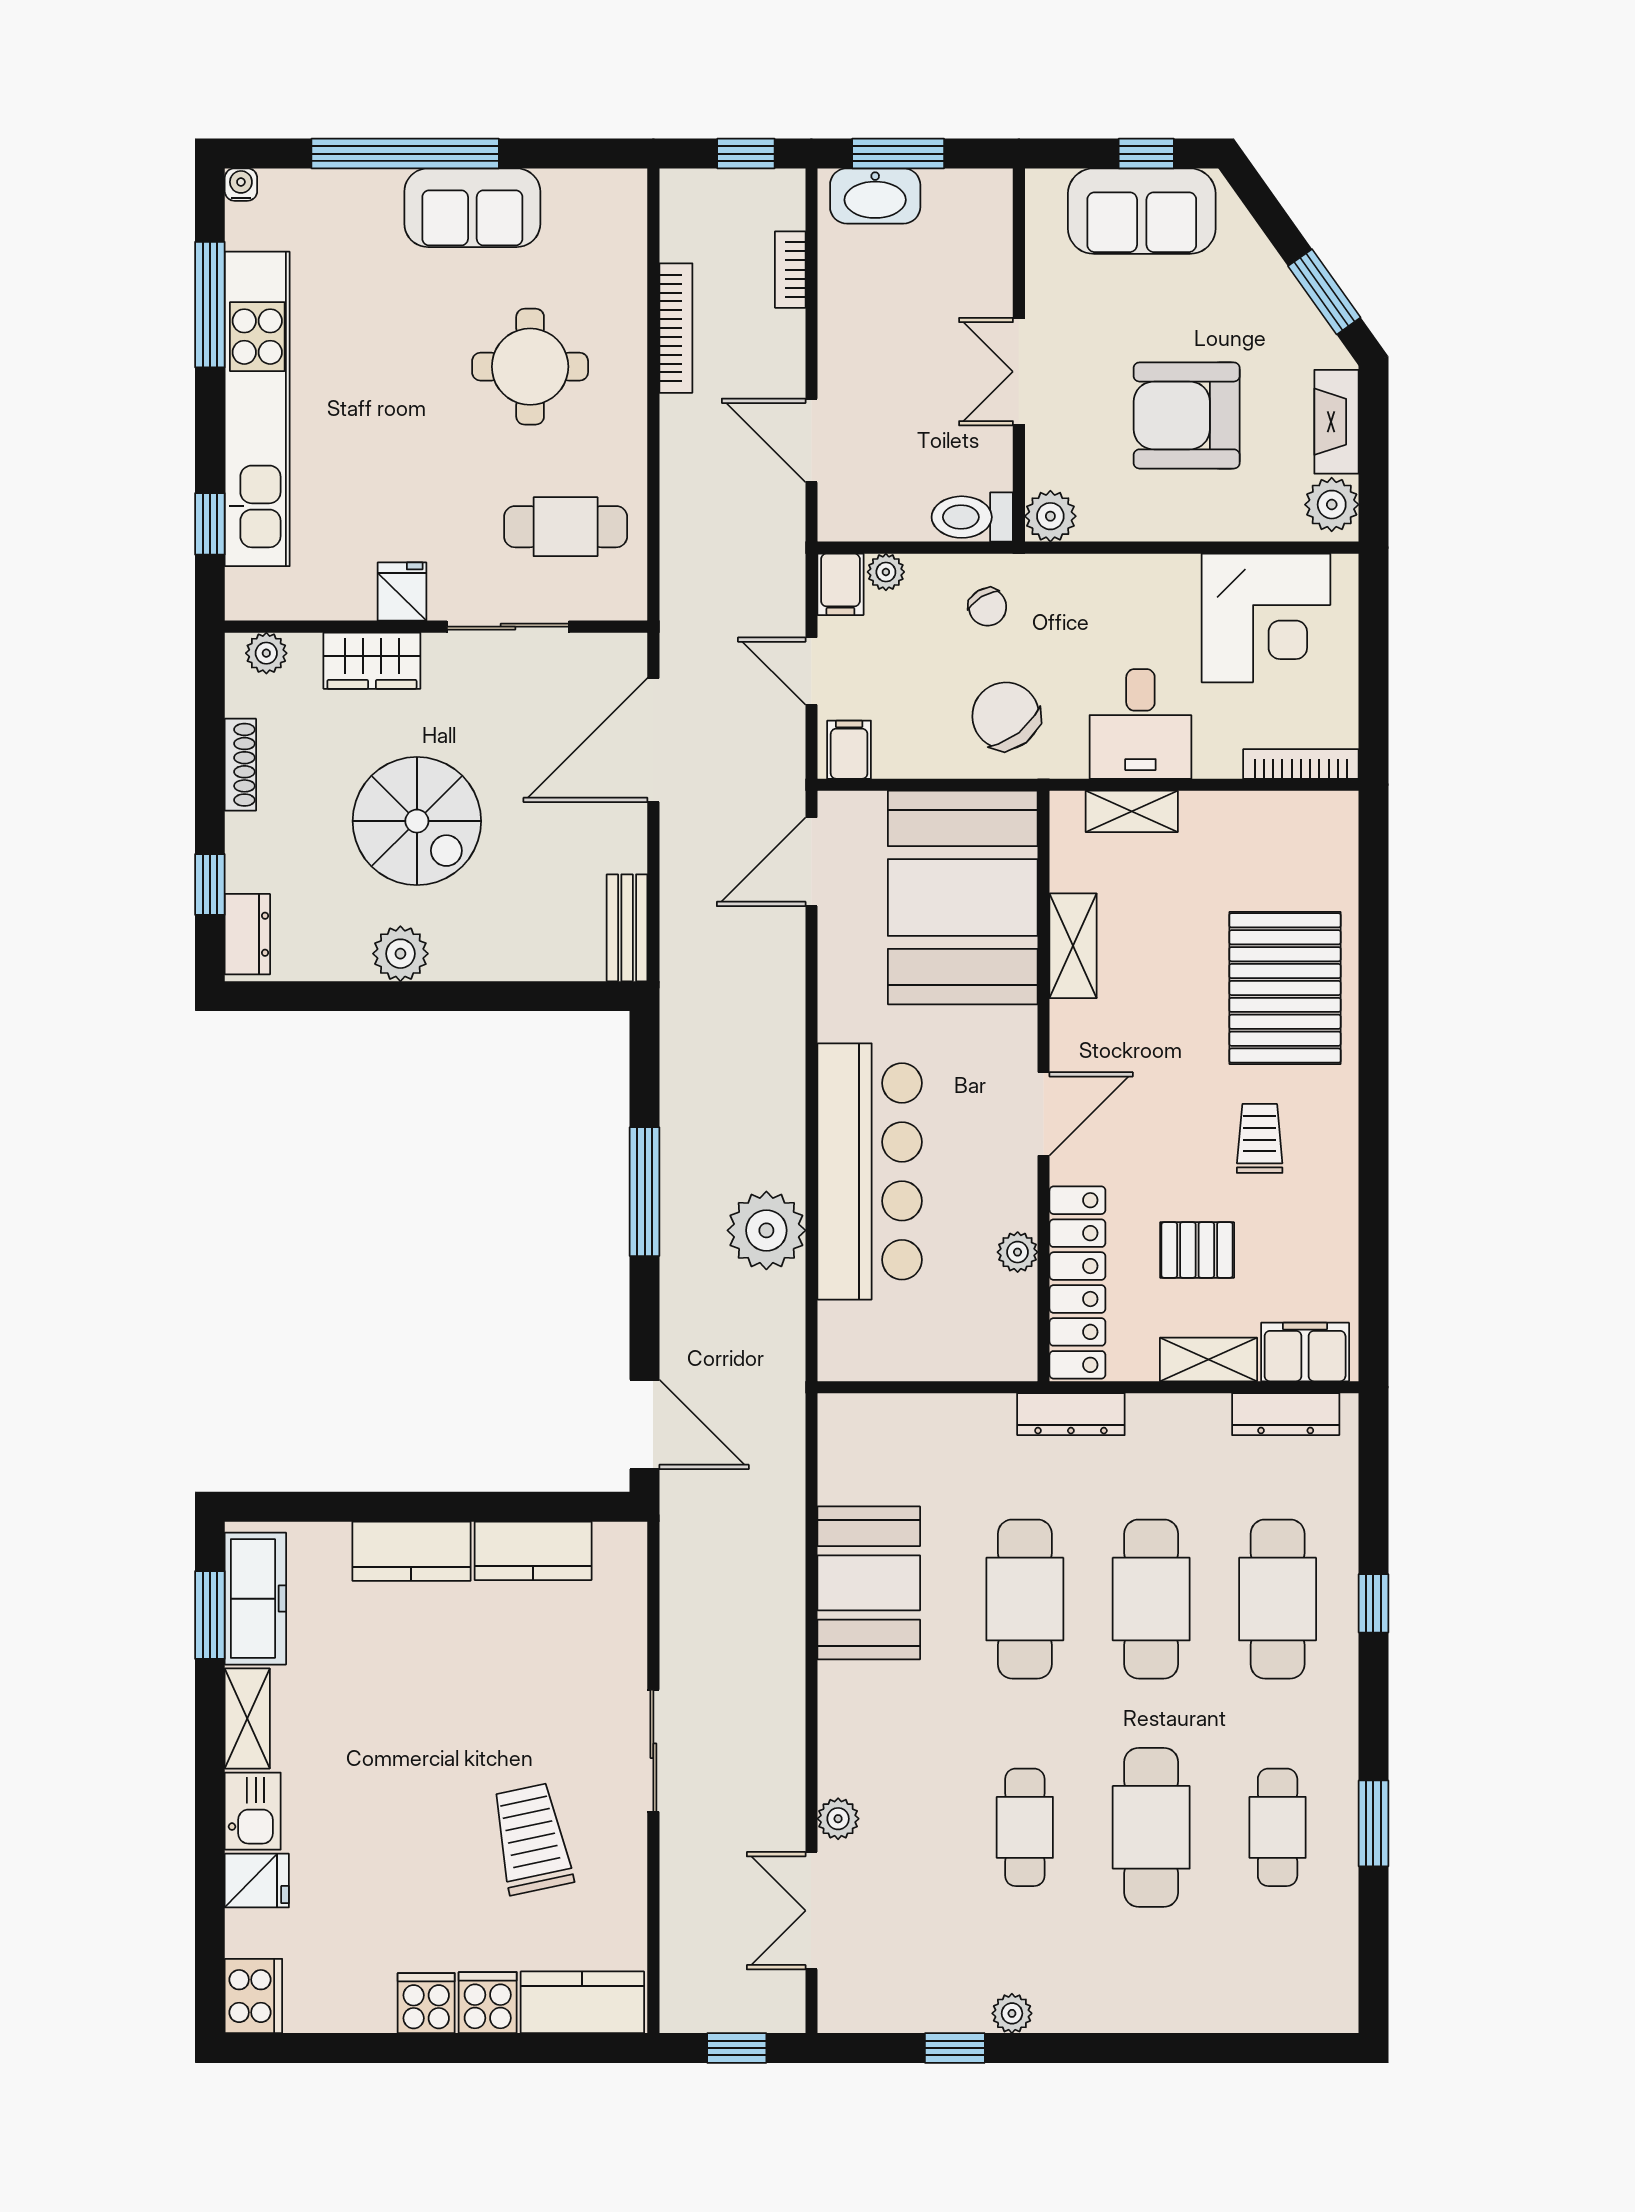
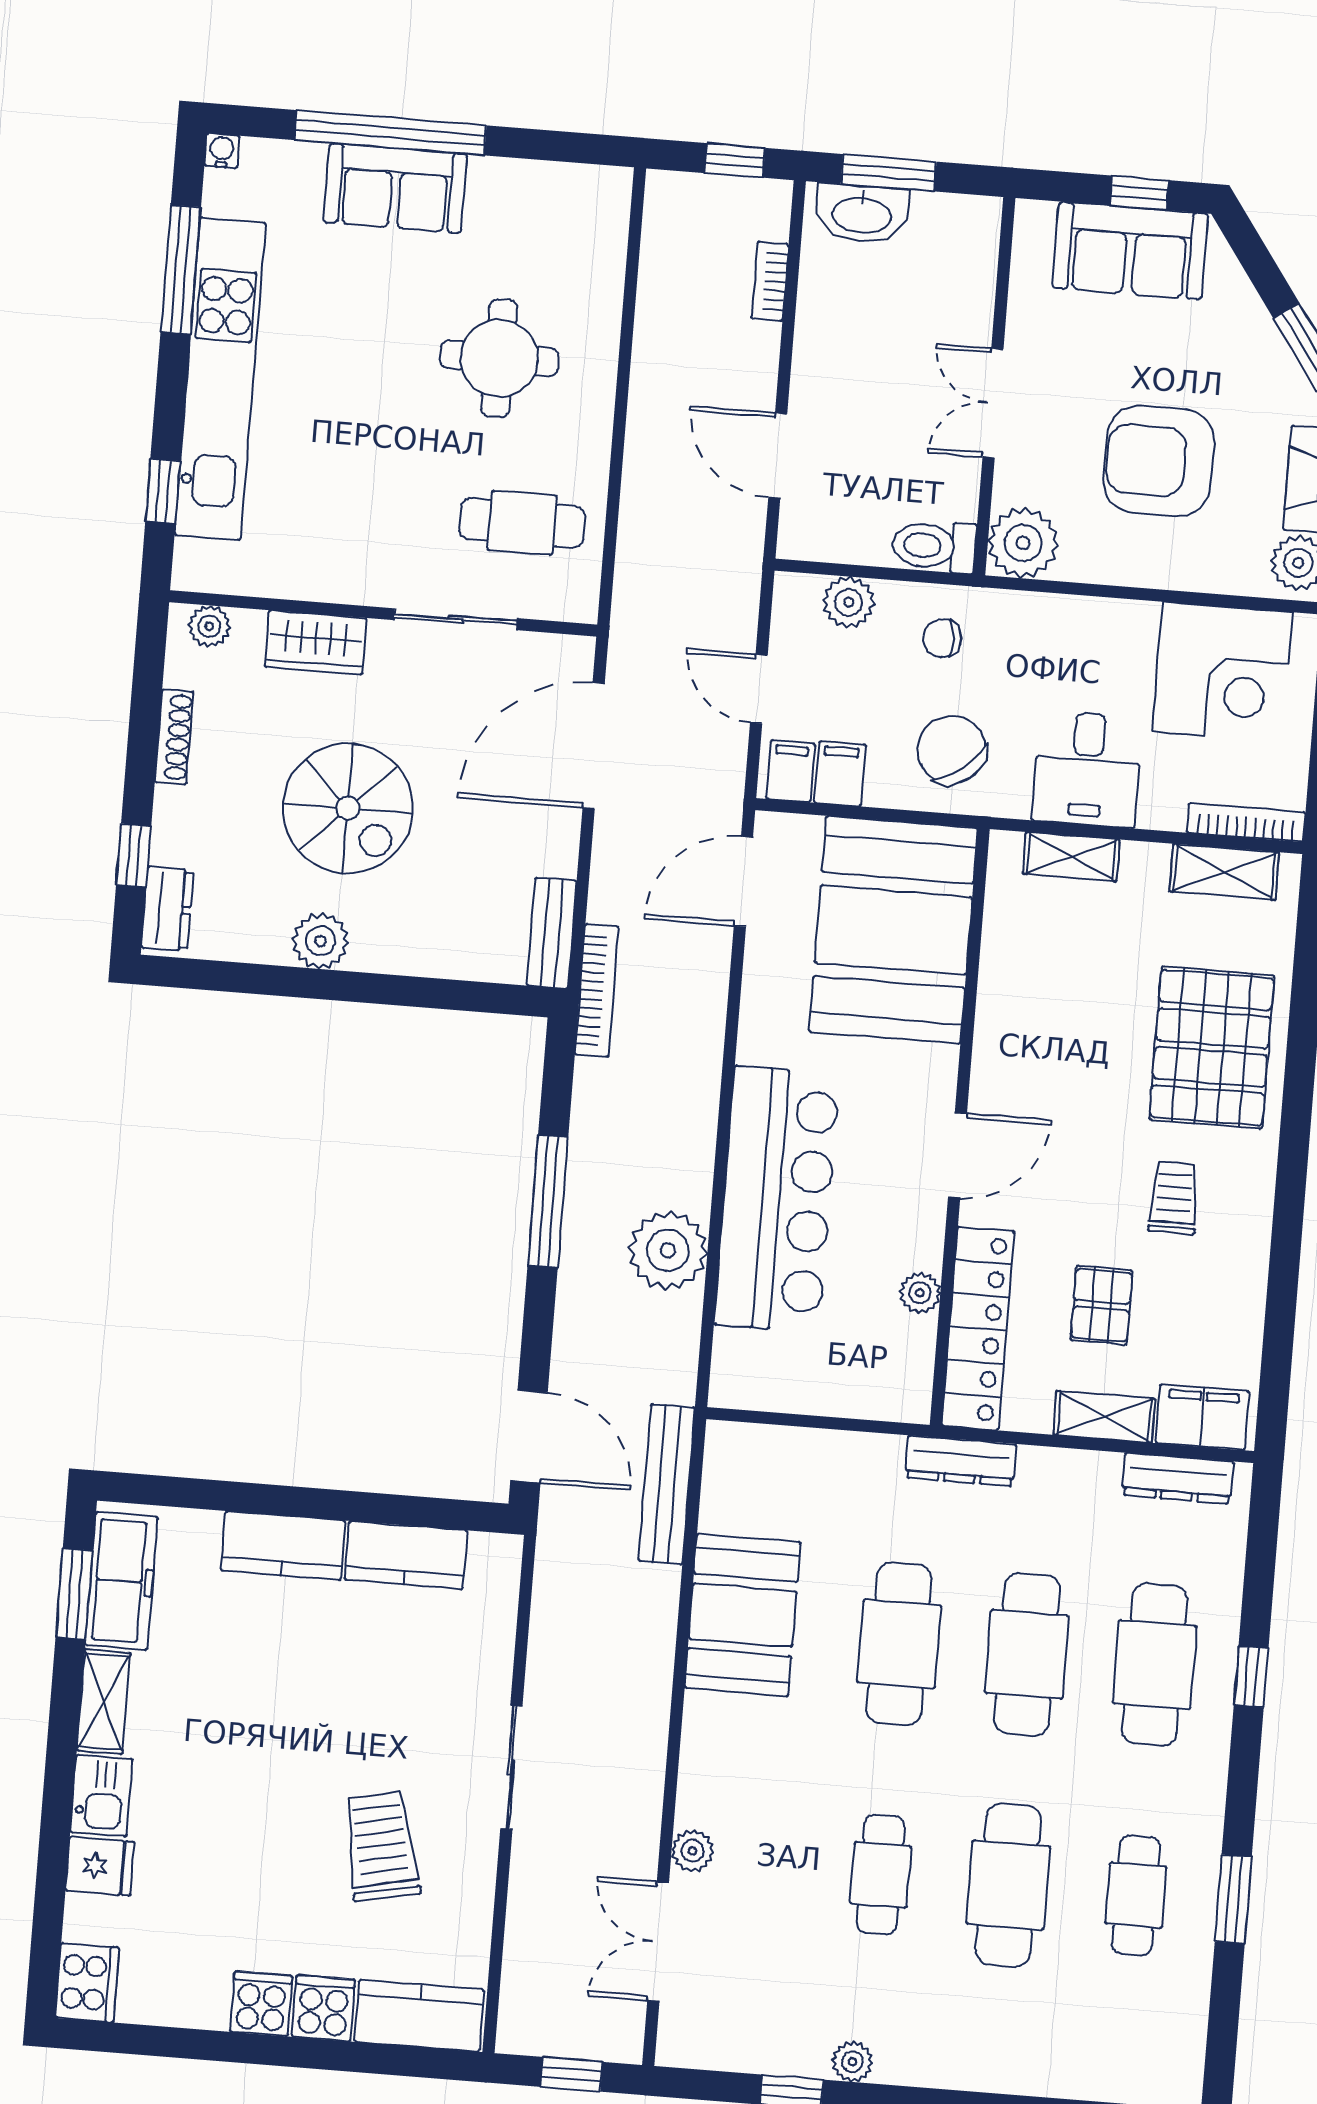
sofa: (472, 208) -> (395, 188), moved
bookcase: (676, 328) -> (597, 991), moved
plant: (1050, 516) -> (1023, 543), width x1.36, depth x1.36
plant: (886, 572) -> (849, 602), width x1.38, depth x1.38
filing cabinet: (840, 584) -> (840, 774), moved, turned 180
fridge: (402, 592) -> (352, 575), removed
chair: (988, 607) -> (942, 638), turned 117
shelving: (1073, 946) -> (1224, 872), moved, turned 90
pallet: (1197, 1250) -> (1102, 1305), turned 90
bench: (784, 1460) -> (667, 1484), added

